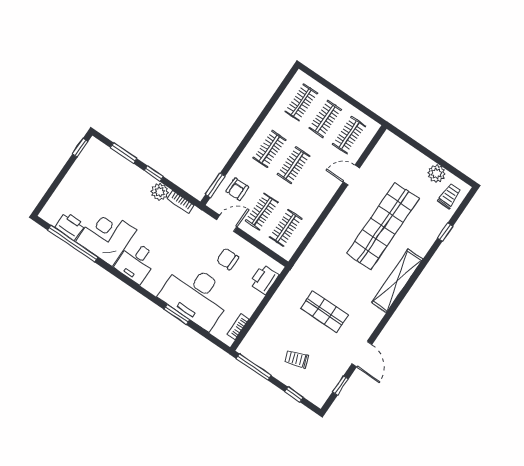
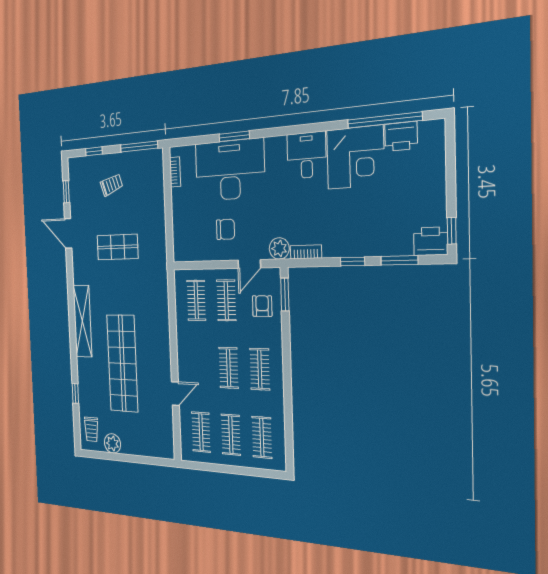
plant: (160, 192) -> (279, 248), moved
printer: (264, 279) -> (431, 241), moved, turned -90

